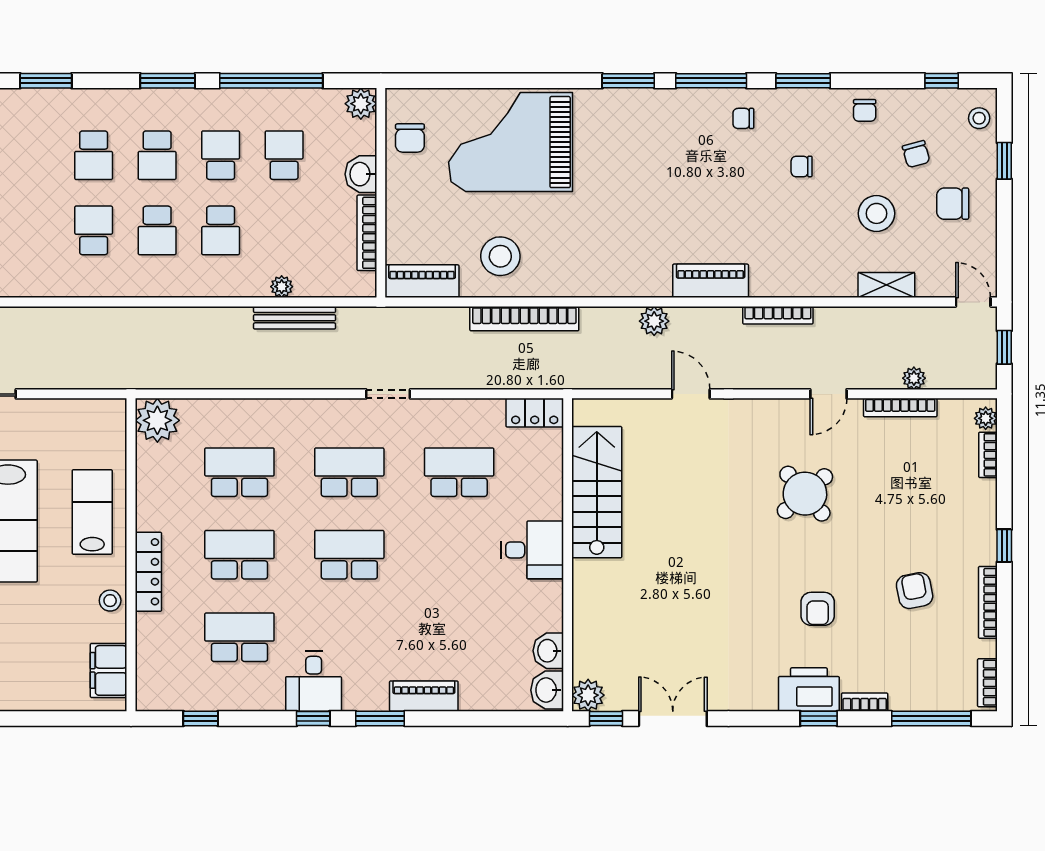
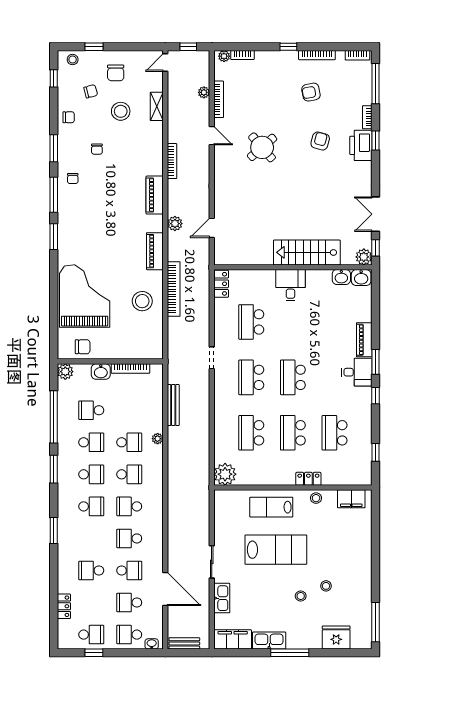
grand piano: (511, 142) -> (85, 296), turned 180
school desk: (221, 155) -> (91, 442), turned 180
school desk: (30, 230) -> (129, 538), added
piano: (422, 281) -> (155, 251), moved
plant: (282, 287) -> (158, 439), moved
door: (691, 394) -> (212, 228), moved
stairs: (597, 492) -> (307, 252), moved
locker: (148, 572) -> (308, 479), width x0.66
armchair: (818, 609) -> (320, 141), turned -75
desk: (314, 681) -> (357, 372), moved

